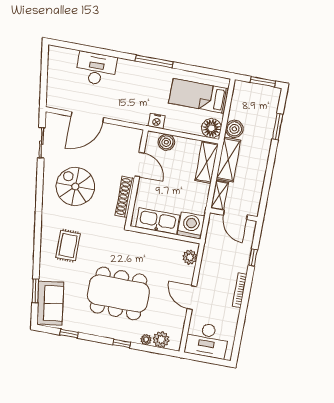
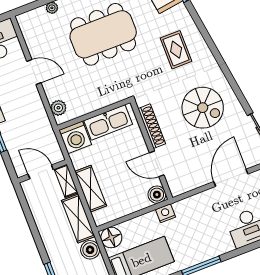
boiler: (166, 142) -> (157, 195), moved
shelving: (207, 162) -> (91, 189), moved
plant: (161, 340) -> (38, 16), removed

